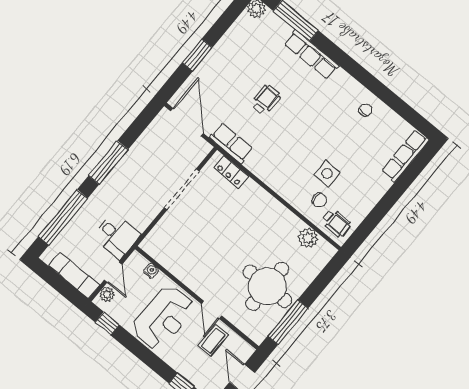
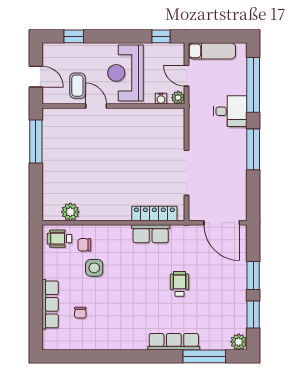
window: (225, 22) -> (253, 314), added
wheelchair: (266, 100) -> (180, 284), turned 180
chair: (365, 110) -> (80, 313), moved
row of seats: (231, 143) -> (151, 234), moved
row of seats: (405, 156) -> (50, 304), moved
locker: (231, 172) -> (154, 213), width x1.53
desk: (117, 236) -> (230, 111), moved, turned 180
round table: (267, 286) -> (71, 155), removed
plant: (107, 294) -> (178, 98), moved

